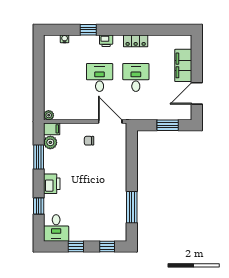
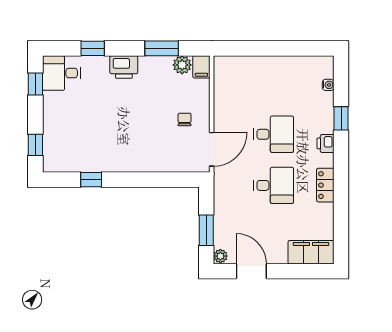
filing cabinet: (183, 65) -> (311, 252), moved
plant: (49, 115) -> (220, 256), moved
window: (132, 207) -> (91, 180), width x0.46
window: (76, 247) -> (35, 84), moved

